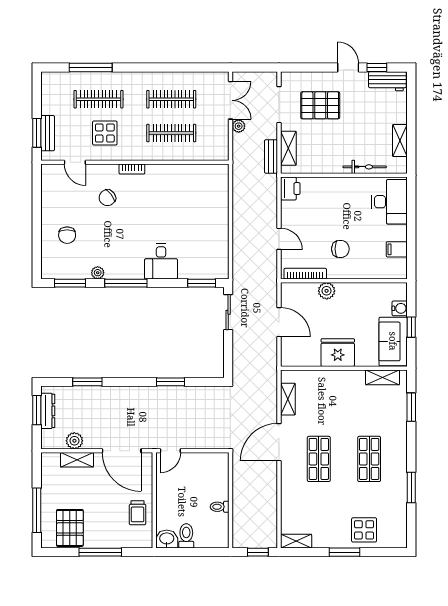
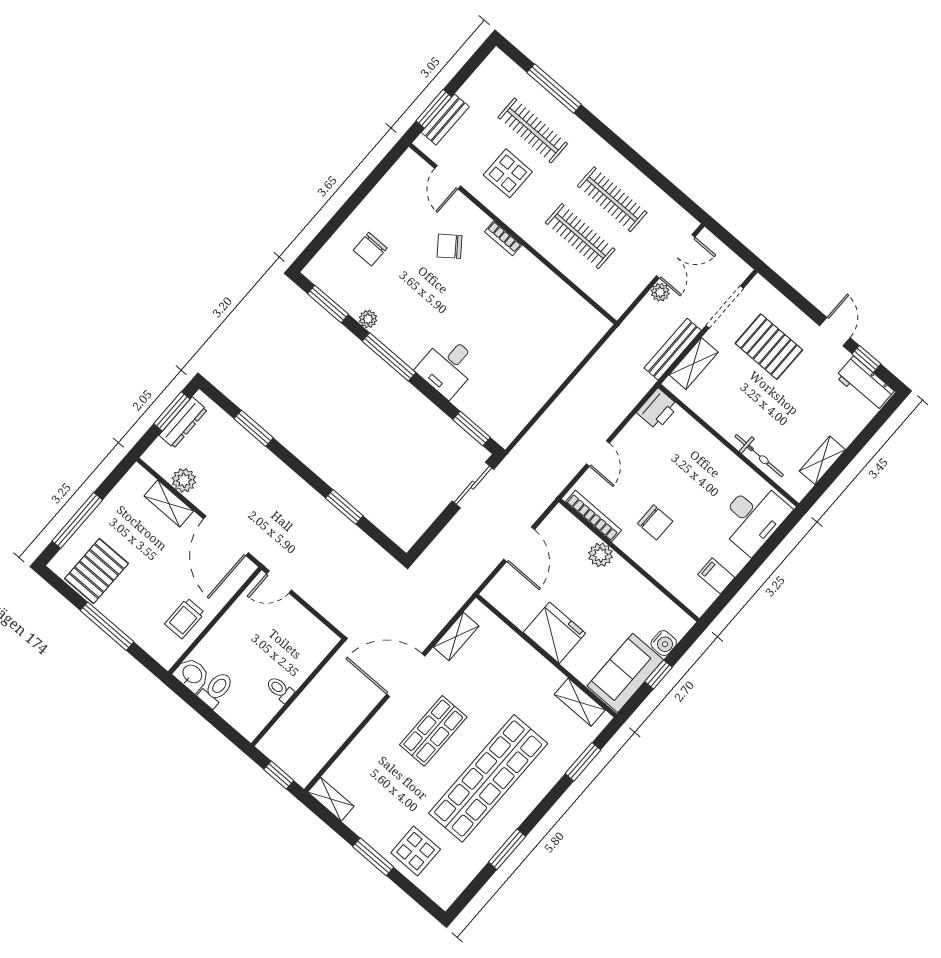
bench: (271, 156) -> (673, 349), width x1.36
shop shelf: (369, 459) -> (488, 778), width x2.00, depth x1.36

